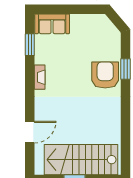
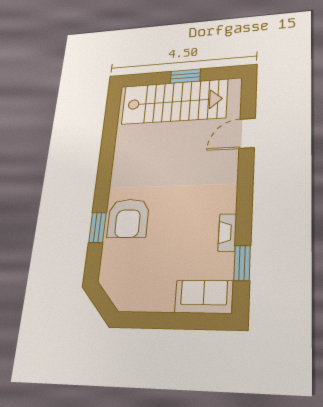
fireplace: (40, 77) -> (227, 233), moved

